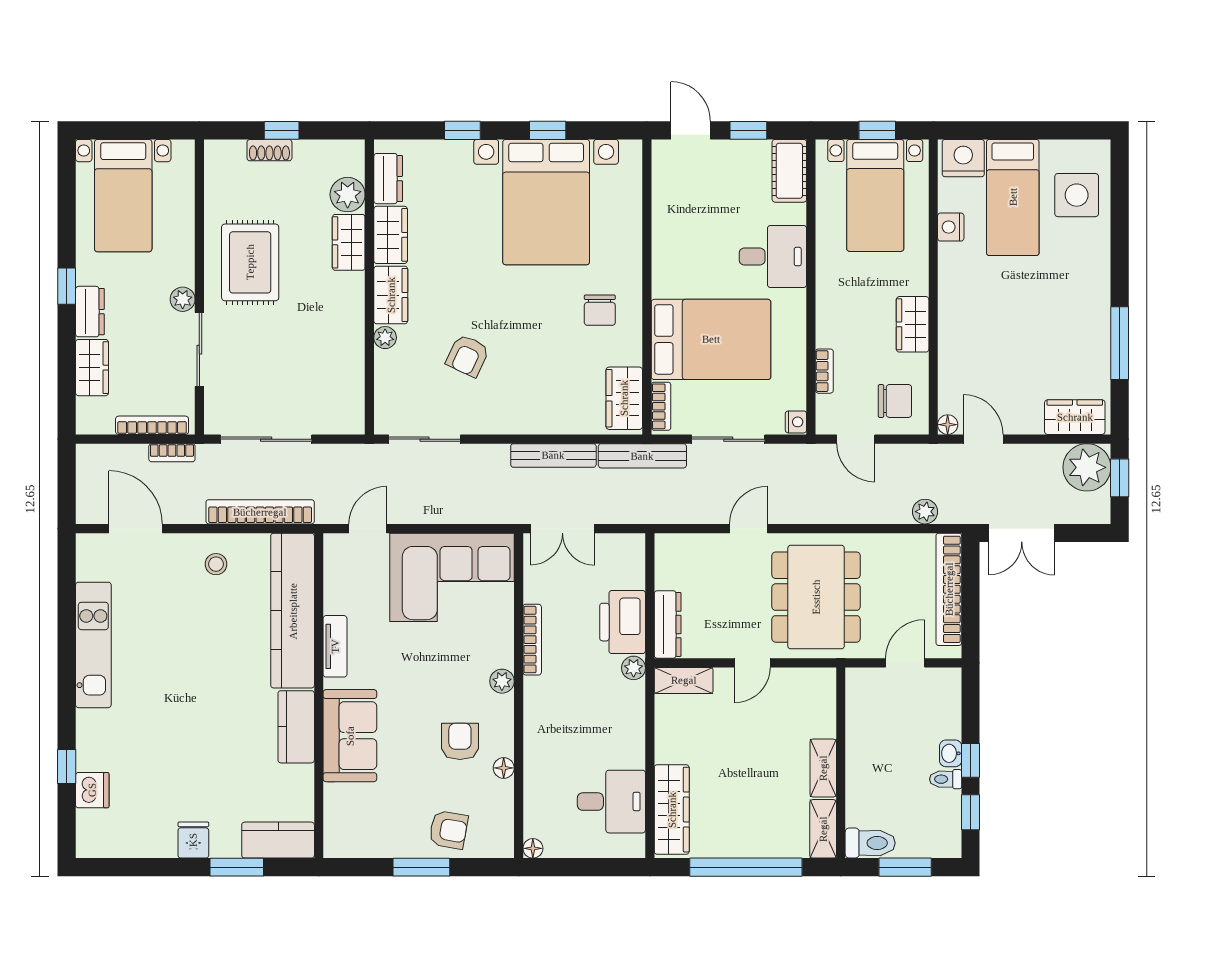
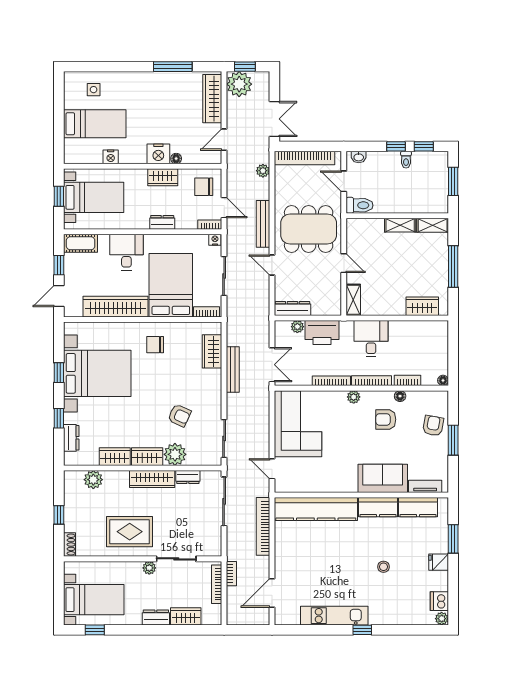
shoe rack: (269, 150) -> (69, 545), moved
nightstand: (963, 158) -> (158, 154), moved, turned -90
dresser: (388, 179) -> (71, 438), moved, turned 90
side table: (1077, 195) -> (94, 90), width x0.54, depth x0.54
wardrobe: (671, 236) -> (116, 307), added
wardrobe: (349, 242) -> (152, 479), moved, width x1.50
window: (67, 286) -> (95, 630), moved
chair: (600, 310) -> (155, 345), turned 180
dresser: (828, 323) -> (162, 222), added
plant: (385, 338) -> (175, 454), width x1.88, depth x1.88
dresser: (352, 371) -> (188, 477), added
bookcase: (824, 371) -> (210, 225), moved
wardrobe: (624, 398) -> (212, 351), moved, turned 90
chair: (895, 401) -> (204, 187), turned -90
wardrobe: (1075, 417) -> (212, 99), width x1.50
floor lamp: (948, 425) -> (176, 159), moved
sliding door: (266, 439) -> (224, 501), moved
door: (856, 439) -> (224, 208), hinge flipped
bench: (642, 456) -> (263, 224), moved
stool: (216, 564) -> (384, 567), moved
dresser: (668, 624) -> (292, 308), moved
tv unit: (335, 646) -> (425, 486), moved
plant: (634, 668) -> (297, 327), moved
bookcase: (533, 715) -> (371, 381), added
washbasin: (951, 753) -> (359, 157), moved
window: (67, 766) -> (362, 630), moved
bookcase: (533, 782) -> (407, 380), added
dishwasher: (92, 790) -> (439, 601), moved, turned -90
desk: (611, 802) -> (371, 338), moved
wardrobe: (672, 810) -> (422, 306), width x0.67
kitchen counter: (278, 840) -> (418, 507), moved, turned -90
toilet: (870, 843) -> (359, 205), moved, turned 90
plant: (88, 846) -> (442, 619), added
window: (746, 867) -> (453, 267), width x0.68

